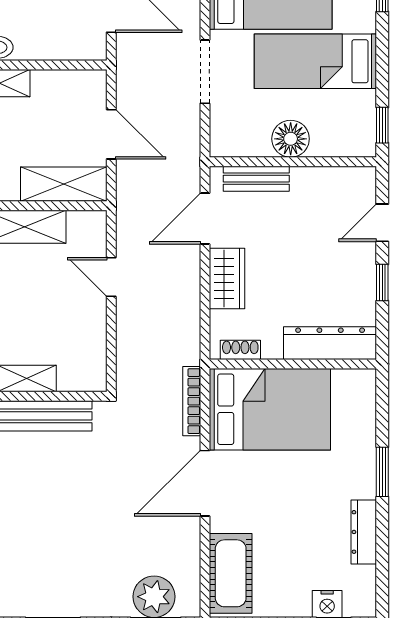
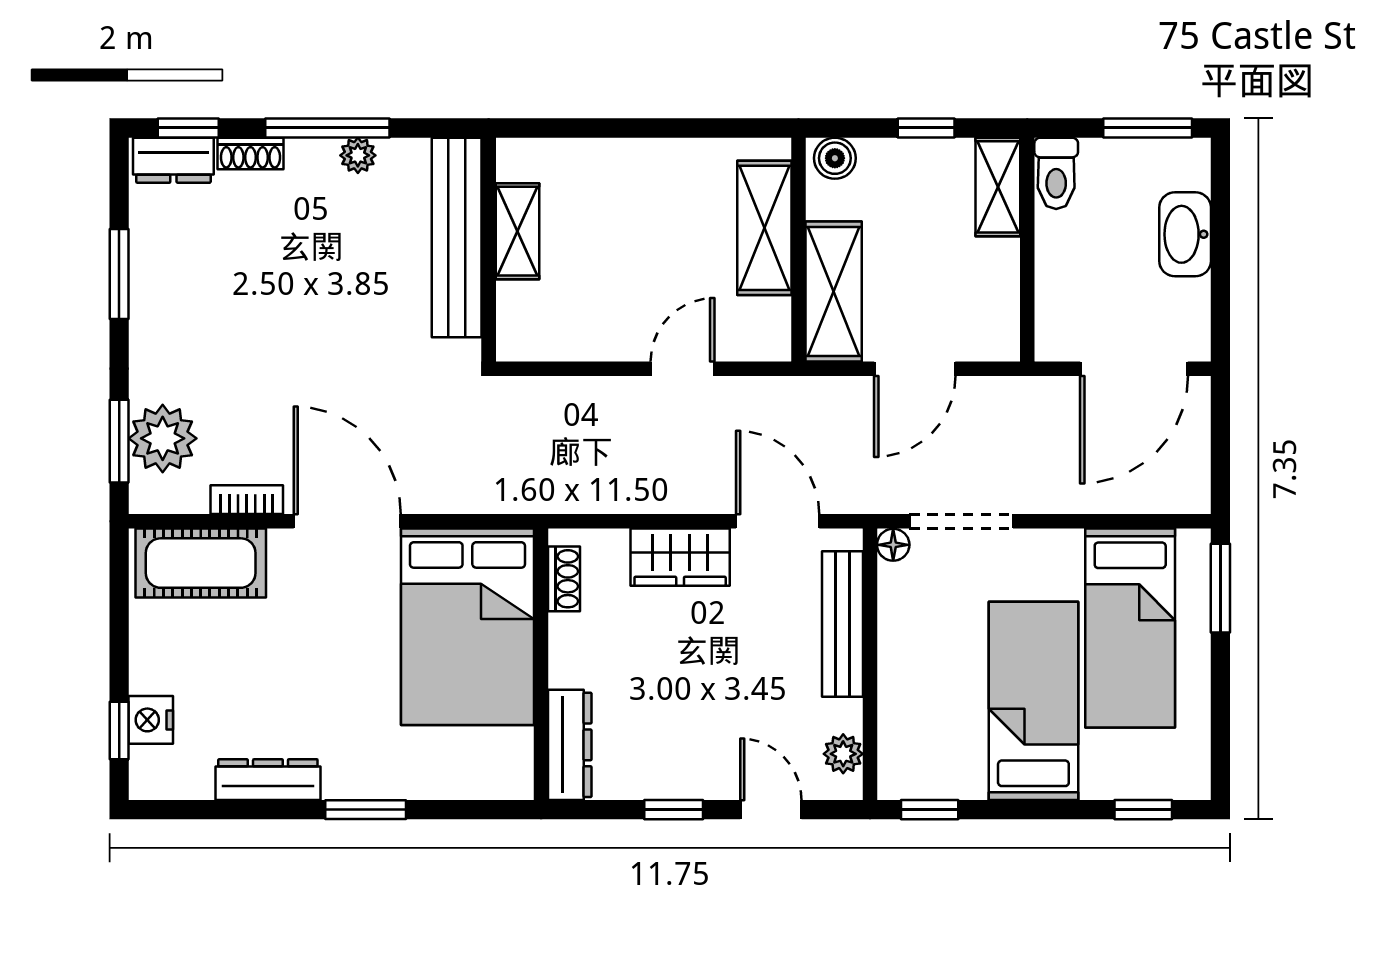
doorway: (205, 72) -> (961, 521), moved
floor lamp: (291, 139) -> (893, 545), moved, width x0.53, depth x0.53
plant: (348, 178) -> (843, 754), added
bench: (256, 179) -> (842, 624), width x1.36
dresser: (330, 343) -> (570, 745), width x0.73, depth x0.80
bookcase: (192, 401) -> (247, 500), moved, width x0.64

